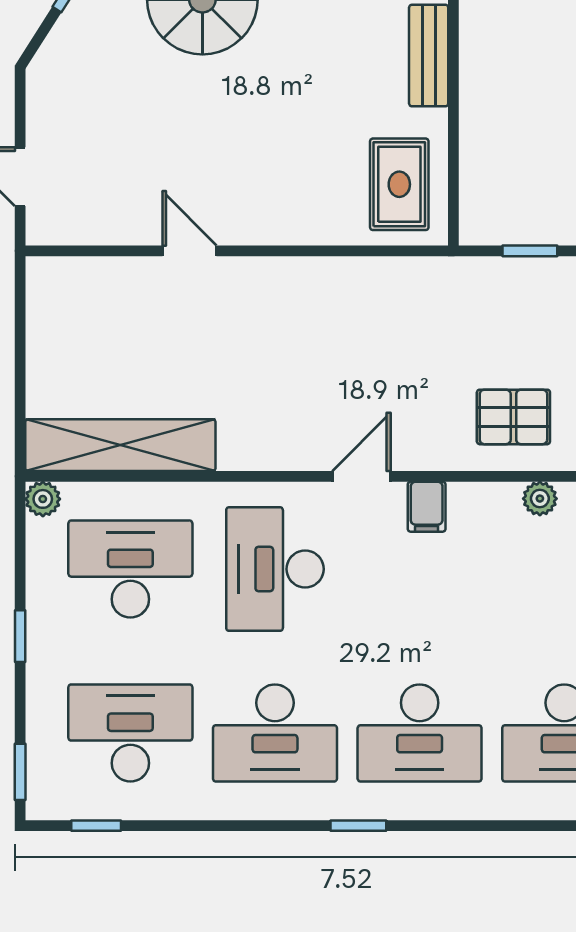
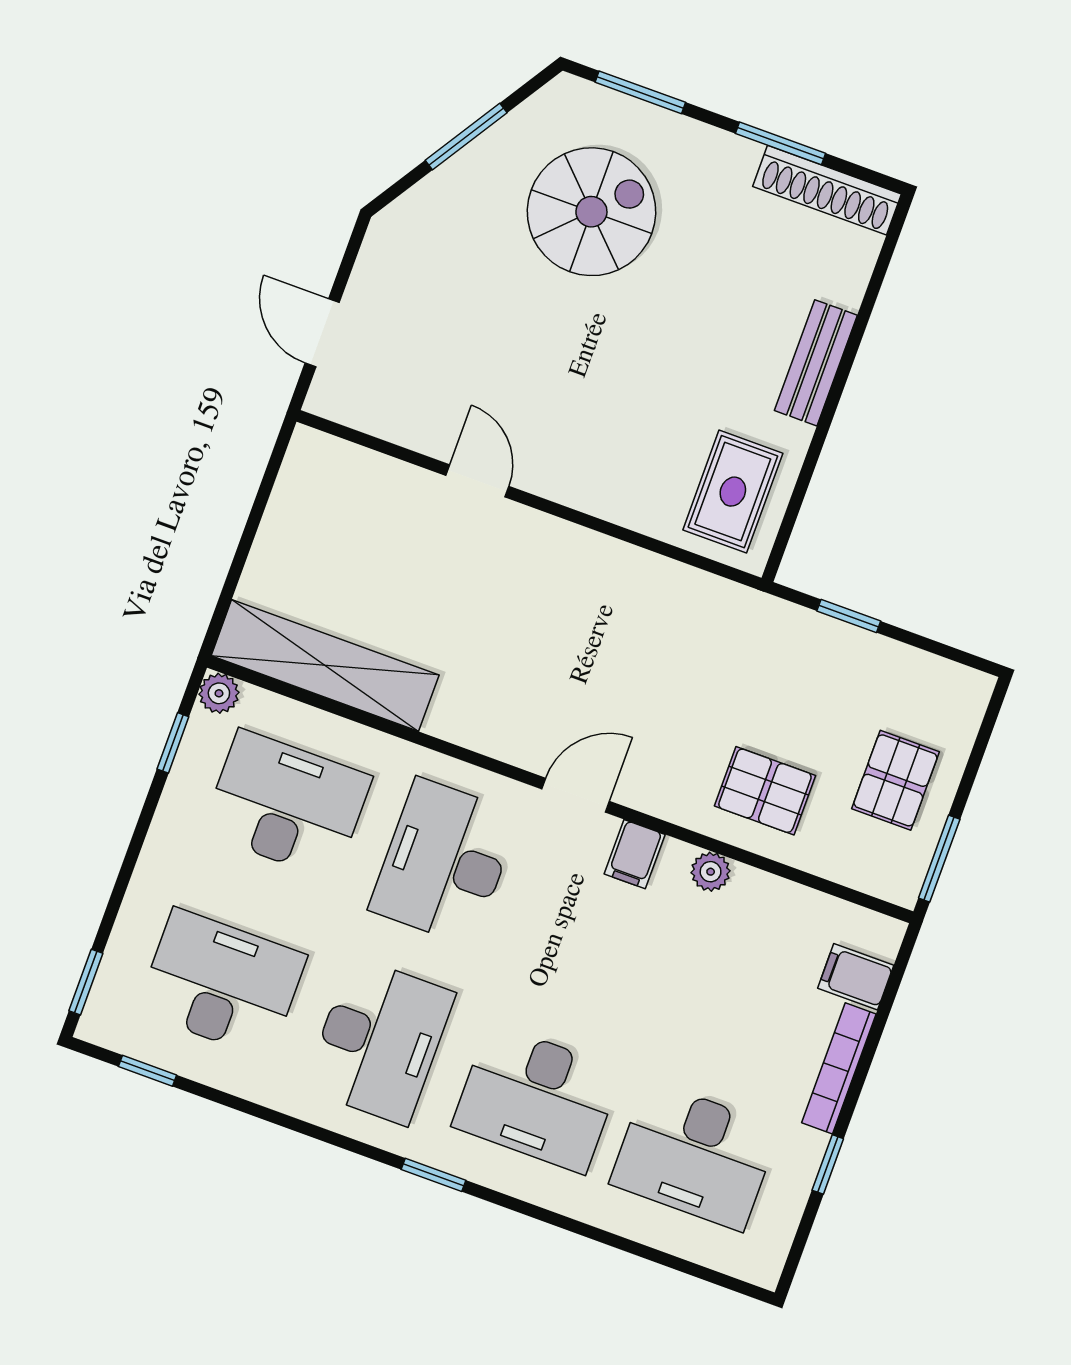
plant: (540, 499) -> (711, 872), moved
window: (20, 636) -> (173, 743), moved
desk: (275, 733) -> (379, 1041), turned -90

